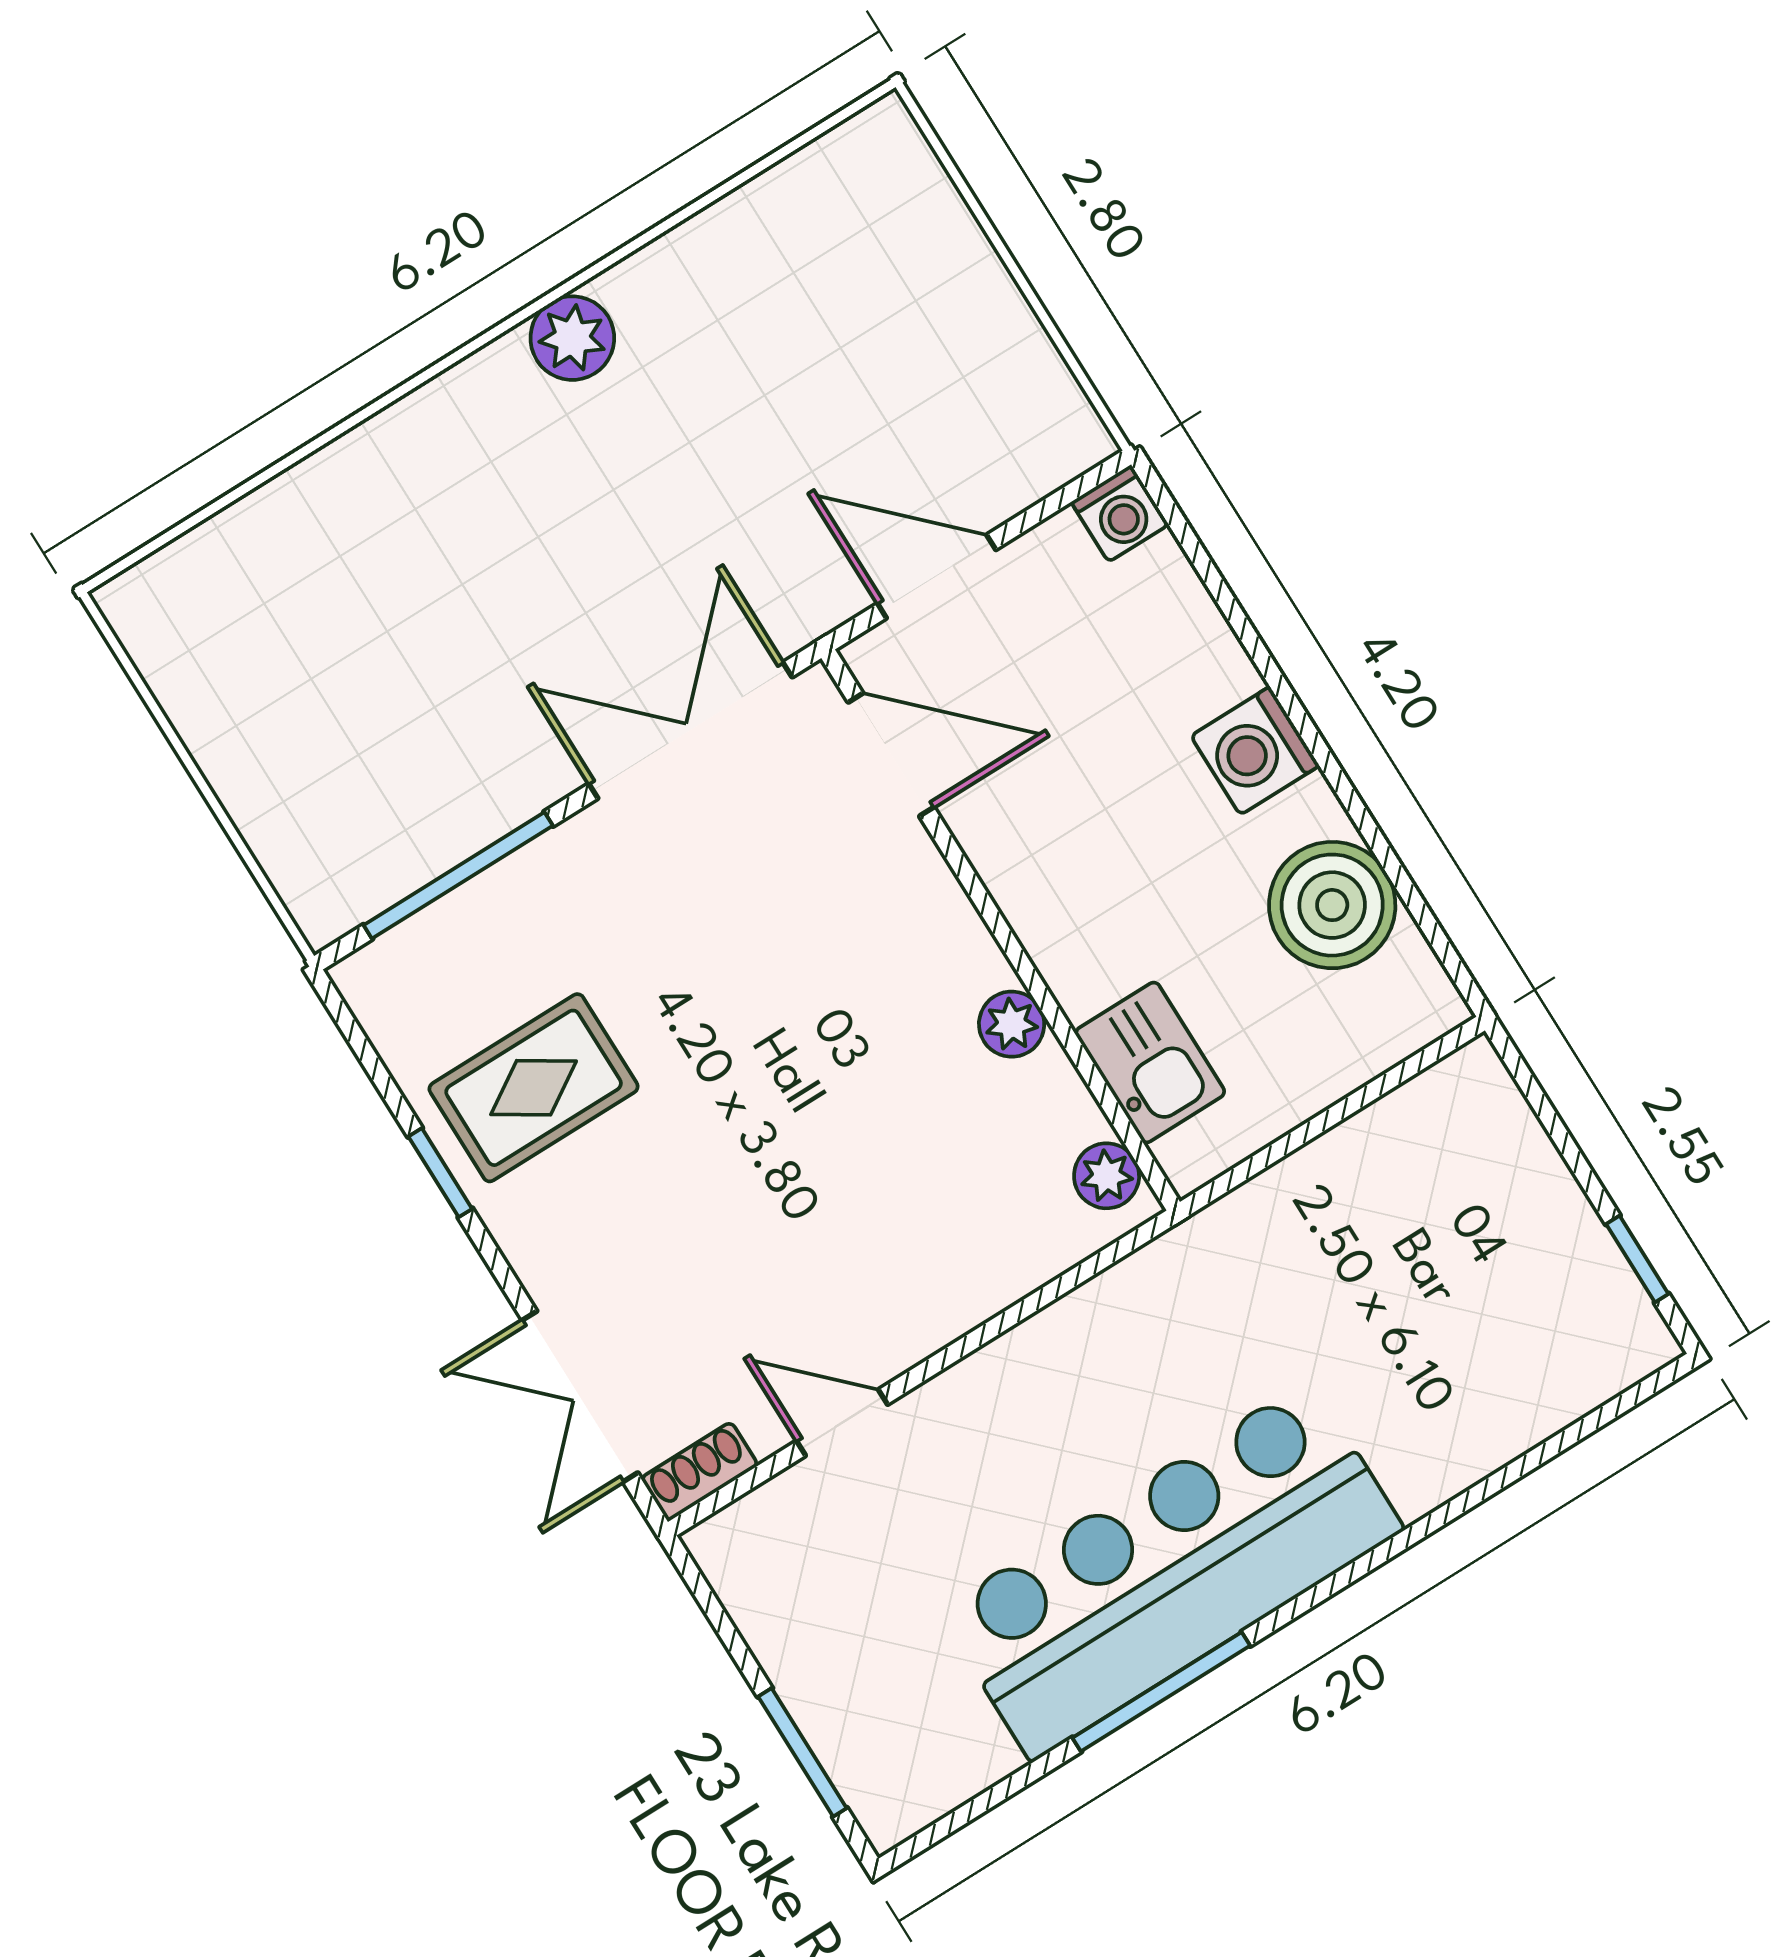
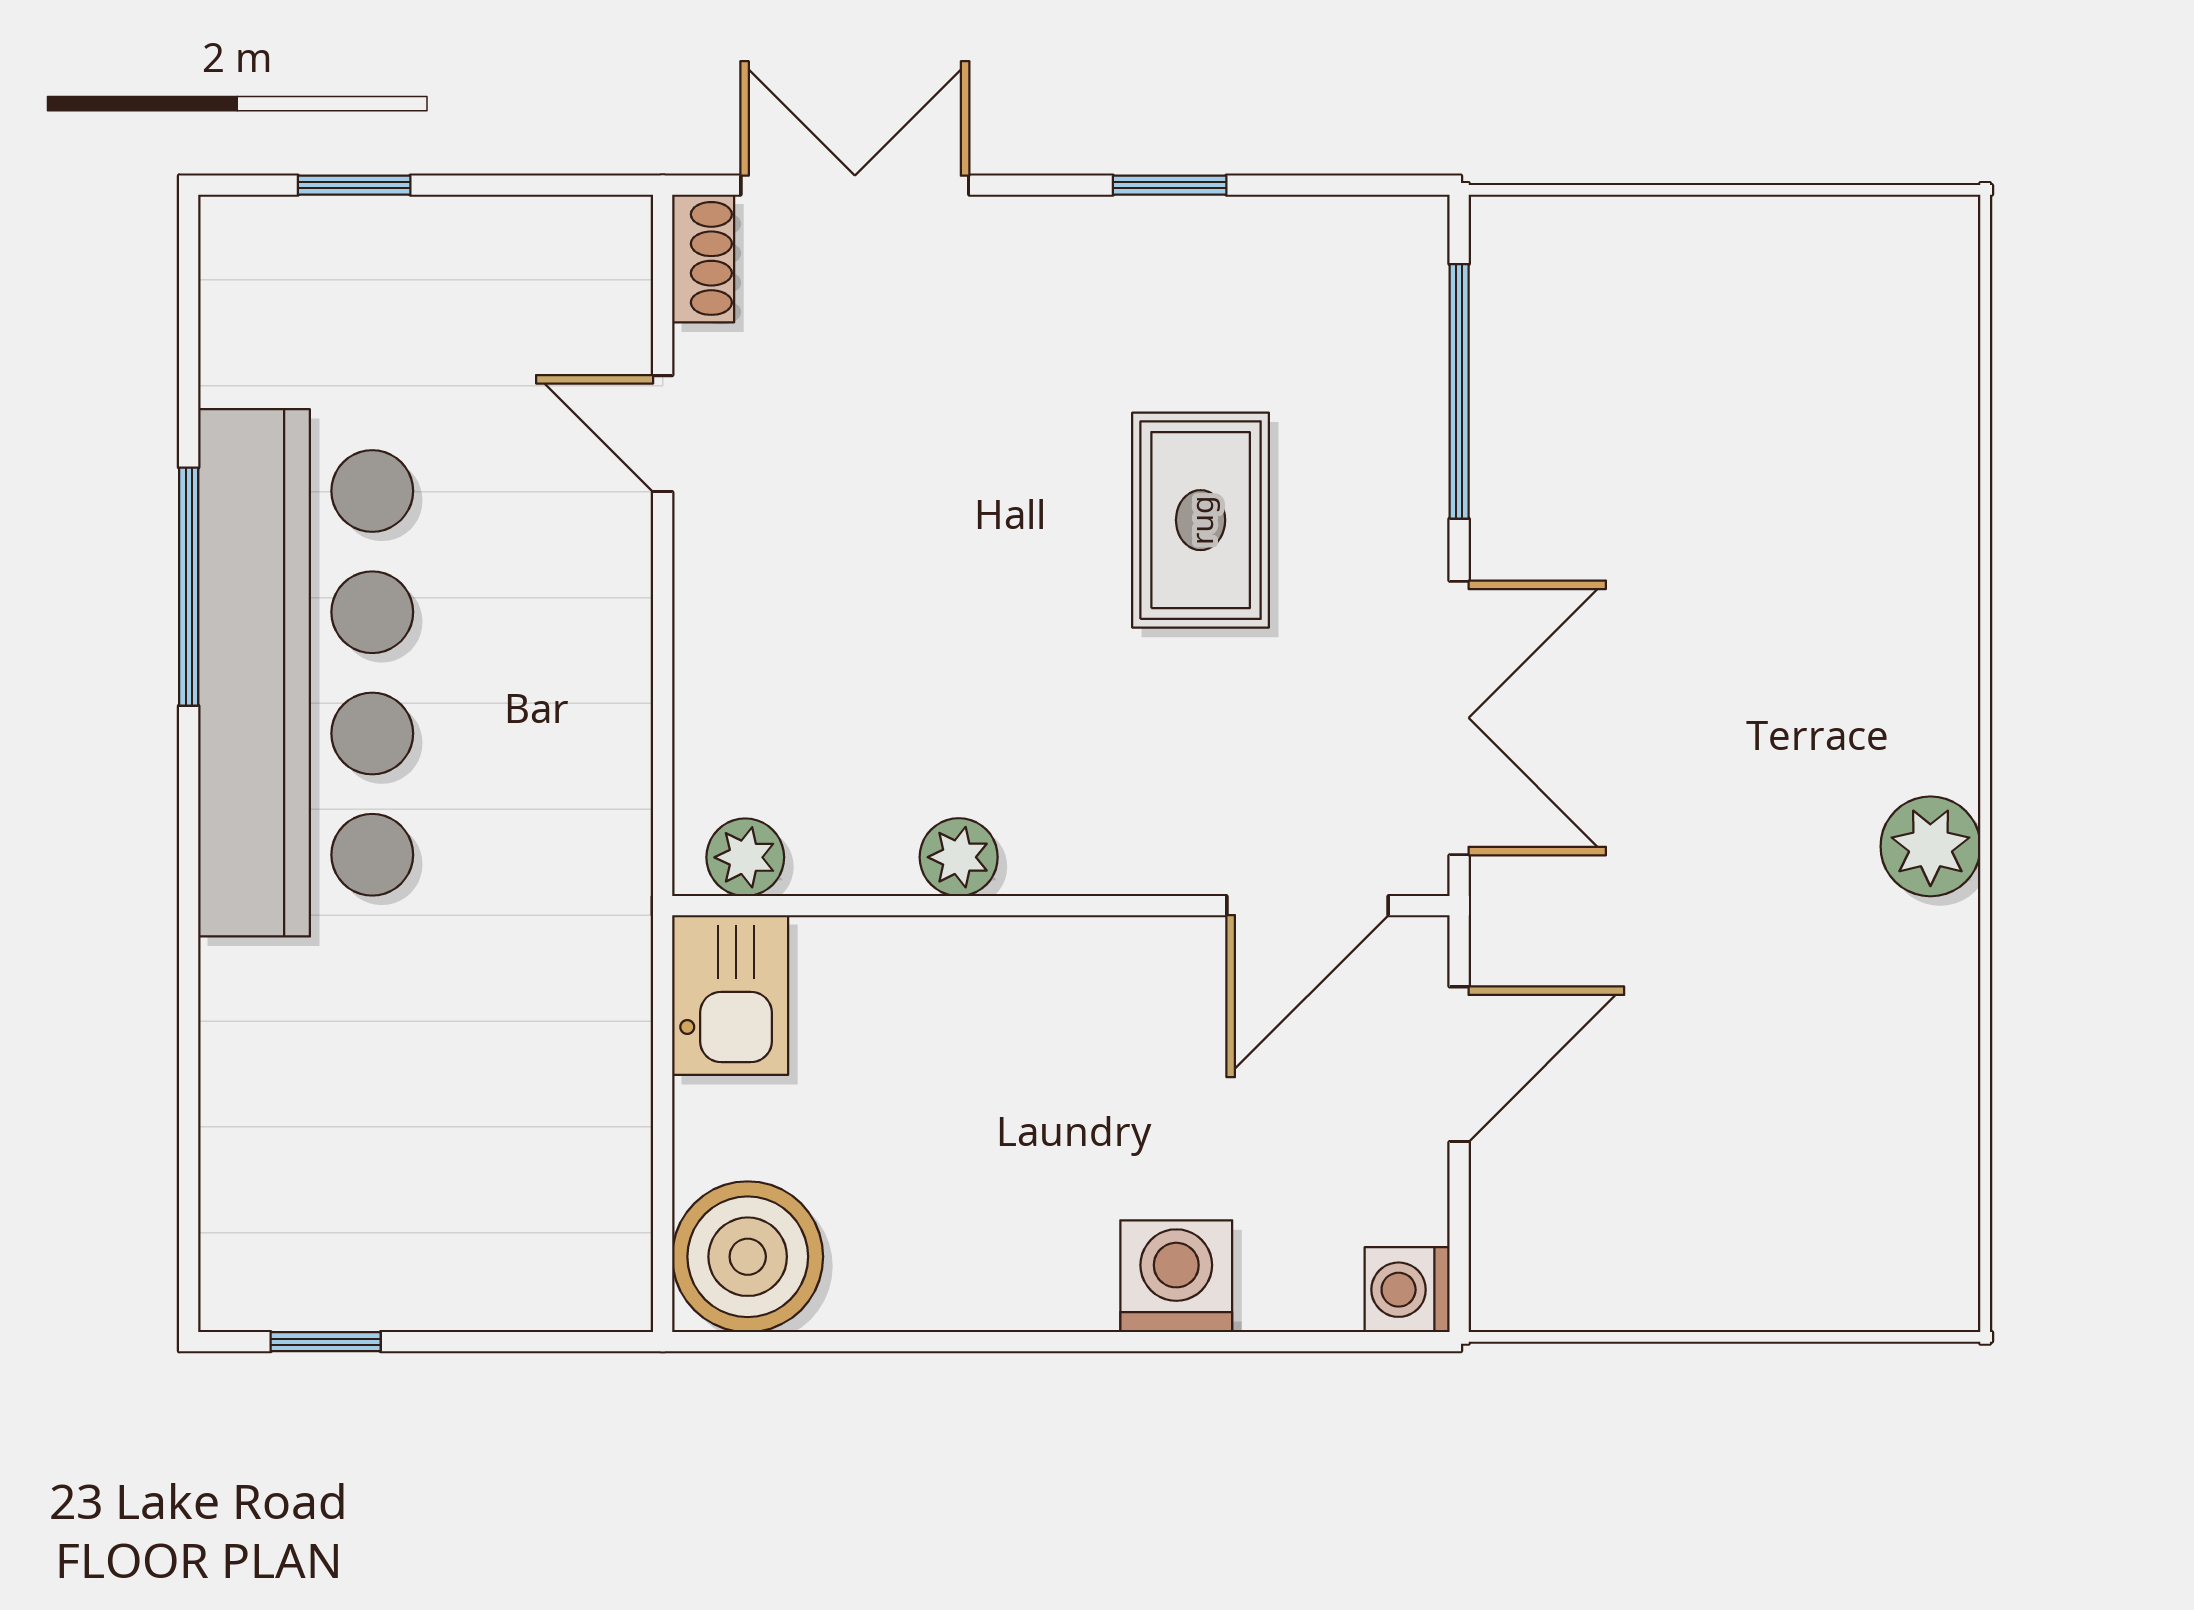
washing machine: (1255, 751) -> (1176, 1276), moved
boiler: (1332, 905) -> (748, 1257), moved
kitchen sink: (1150, 1062) -> (730, 995), moved, turned -90
rug: (534, 1088) -> (1201, 520), moved
door: (842, 1423) -> (663, 434), swing flipped
window: (802, 1752) -> (354, 185), width x0.67

